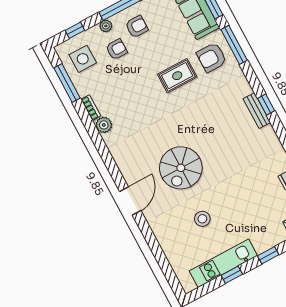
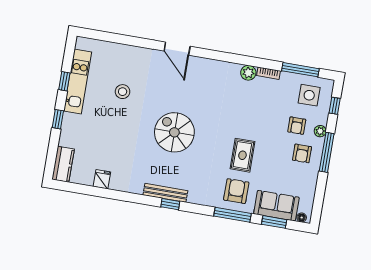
bench: (257, 111) -> (165, 193), width x1.36
spiral stairs: (181, 168) -> (174, 132), moved

